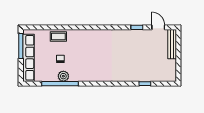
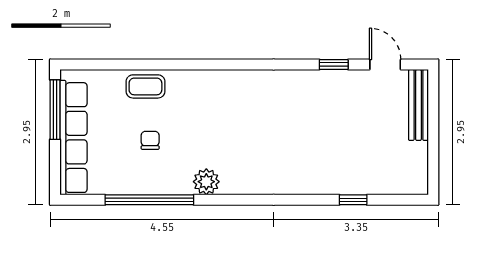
plant: (63, 76) -> (206, 182), moved

